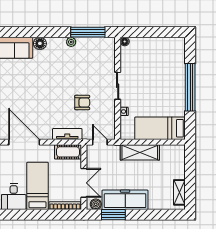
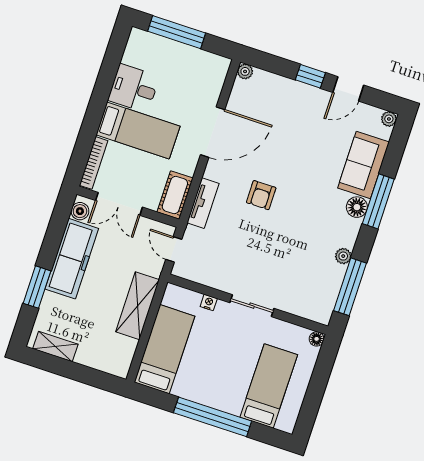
window: (32, 32) -> (378, 201), added
bed: (161, 60) -> (269, 386), added
armchair: (82, 102) -> (261, 195), moved
door: (100, 142) -> (174, 249), swing flipped
window: (113, 215) -> (37, 287), moved

